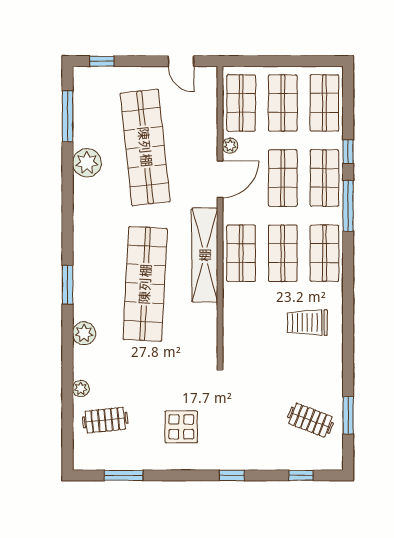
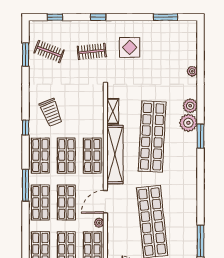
window: (348, 152) -> (26, 127), moved
plant: (87, 163) -> (188, 123), moved
trolley: (307, 323) -> (51, 112), turned 68
shelving: (208, 324) -> (113, 111), added
clothes rail: (105, 420) -> (92, 52), moved

